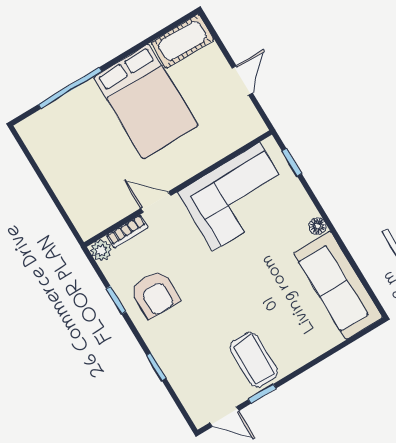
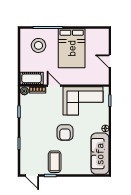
cot: (182, 41) -> (32, 78), moved
door: (242, 81) -> (110, 61), swing flipped
stool: (73, 137) -> (38, 45), added
armchair: (155, 294) -> (65, 133), moved

